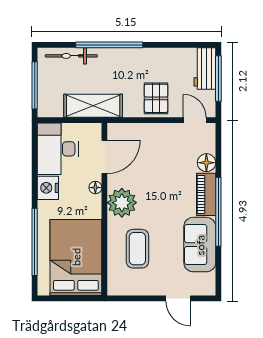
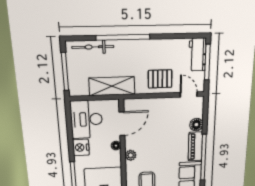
pallet: (156, 98) -> (160, 79), turned 90
plant: (122, 203) -> (131, 155), width x0.53, depth x0.53

